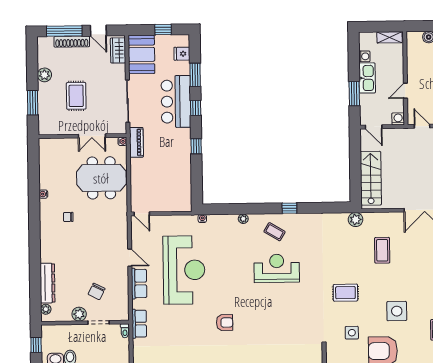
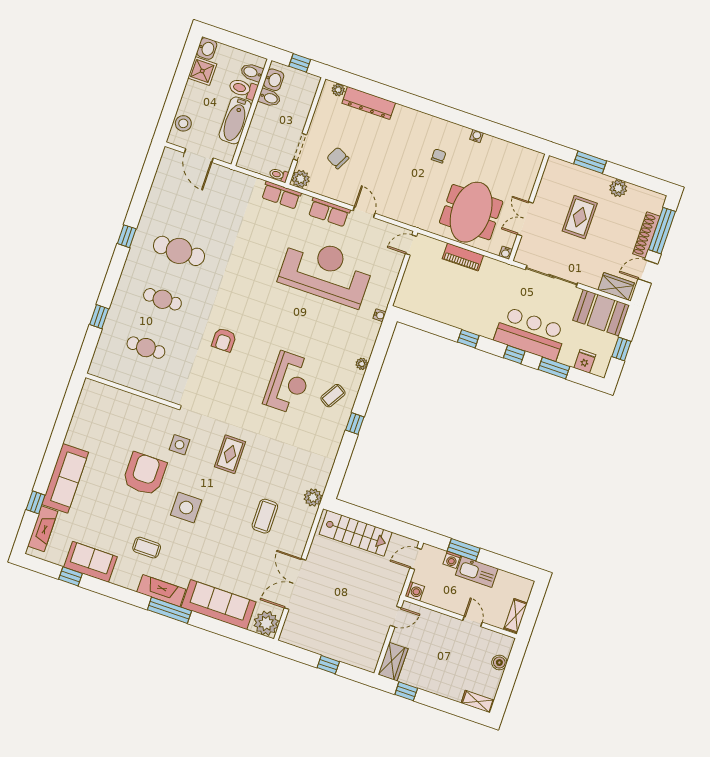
washing machine: (364, 56) -> (452, 560), moved
door: (405, 91) -> (473, 621), moved
rug: (76, 96) -> (580, 217), turned 90
piano: (136, 142) -> (463, 257), moved
coffee table: (382, 250) -> (265, 516), turned 90
door: (130, 258) -> (364, 212), swing flipped
reception desk: (184, 270) -> (326, 271), turned 180
plant: (79, 314) -> (301, 179), moved
armchair: (225, 323) -> (224, 340), moved

